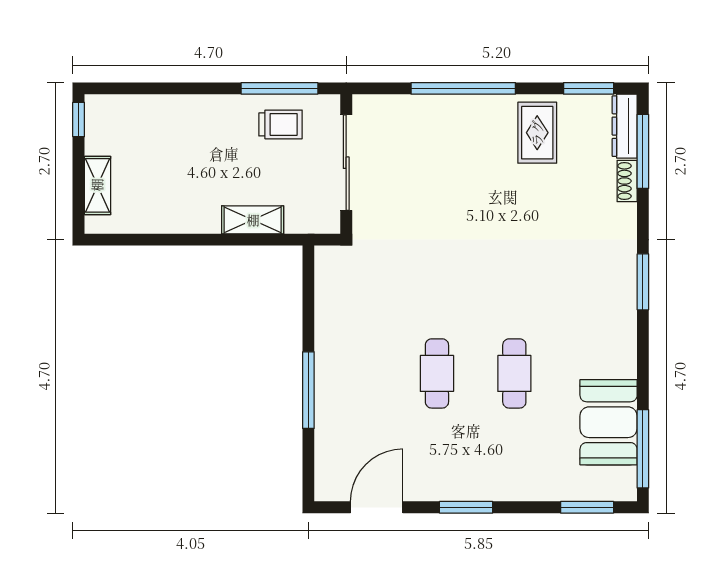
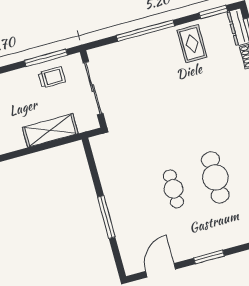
shelving: (253, 220) -> (50, 130), width x1.50, depth x1.33
cafe table: (514, 373) -> (215, 177), width x1.37, depth x1.35

